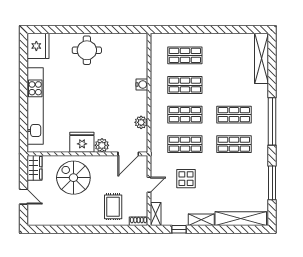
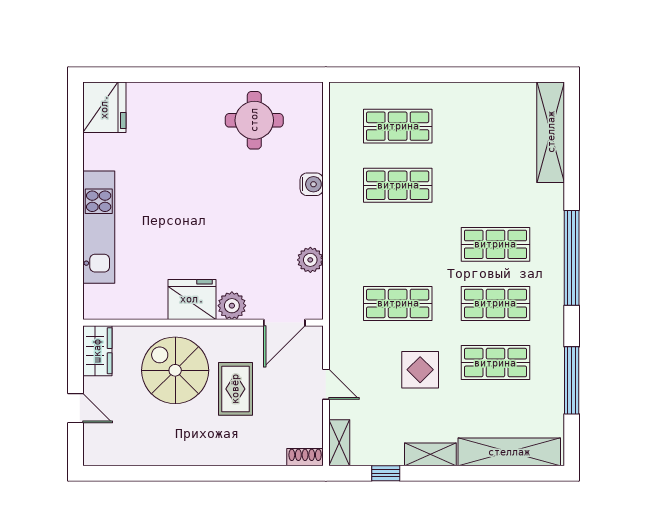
round table: (87, 50) -> (254, 120), moved
kitchen unit: (35, 106) -> (99, 227), width x0.73
shop shelf: (185, 115) -> (495, 363), moved
display table: (186, 179) -> (420, 370), moved
door: (149, 185) -> (326, 384), hinge flipped
rug: (113, 207) -> (235, 389), moved

